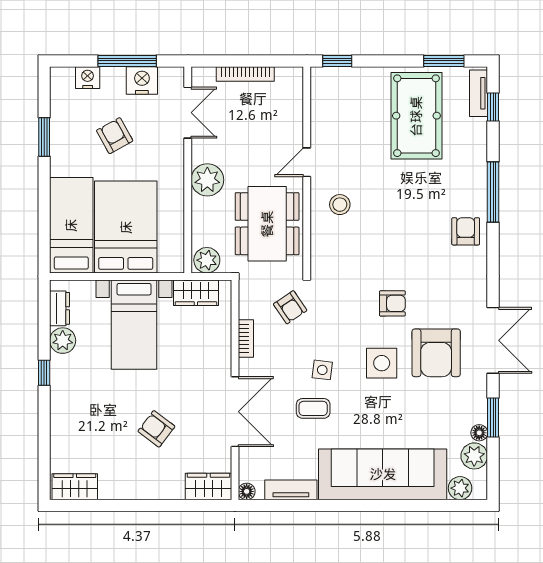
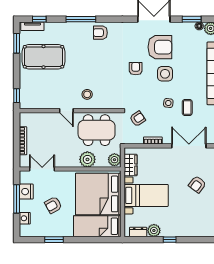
plant: (207, 180) -> (87, 159), moved
bed: (126, 227) -> (98, 194), width x1.36

